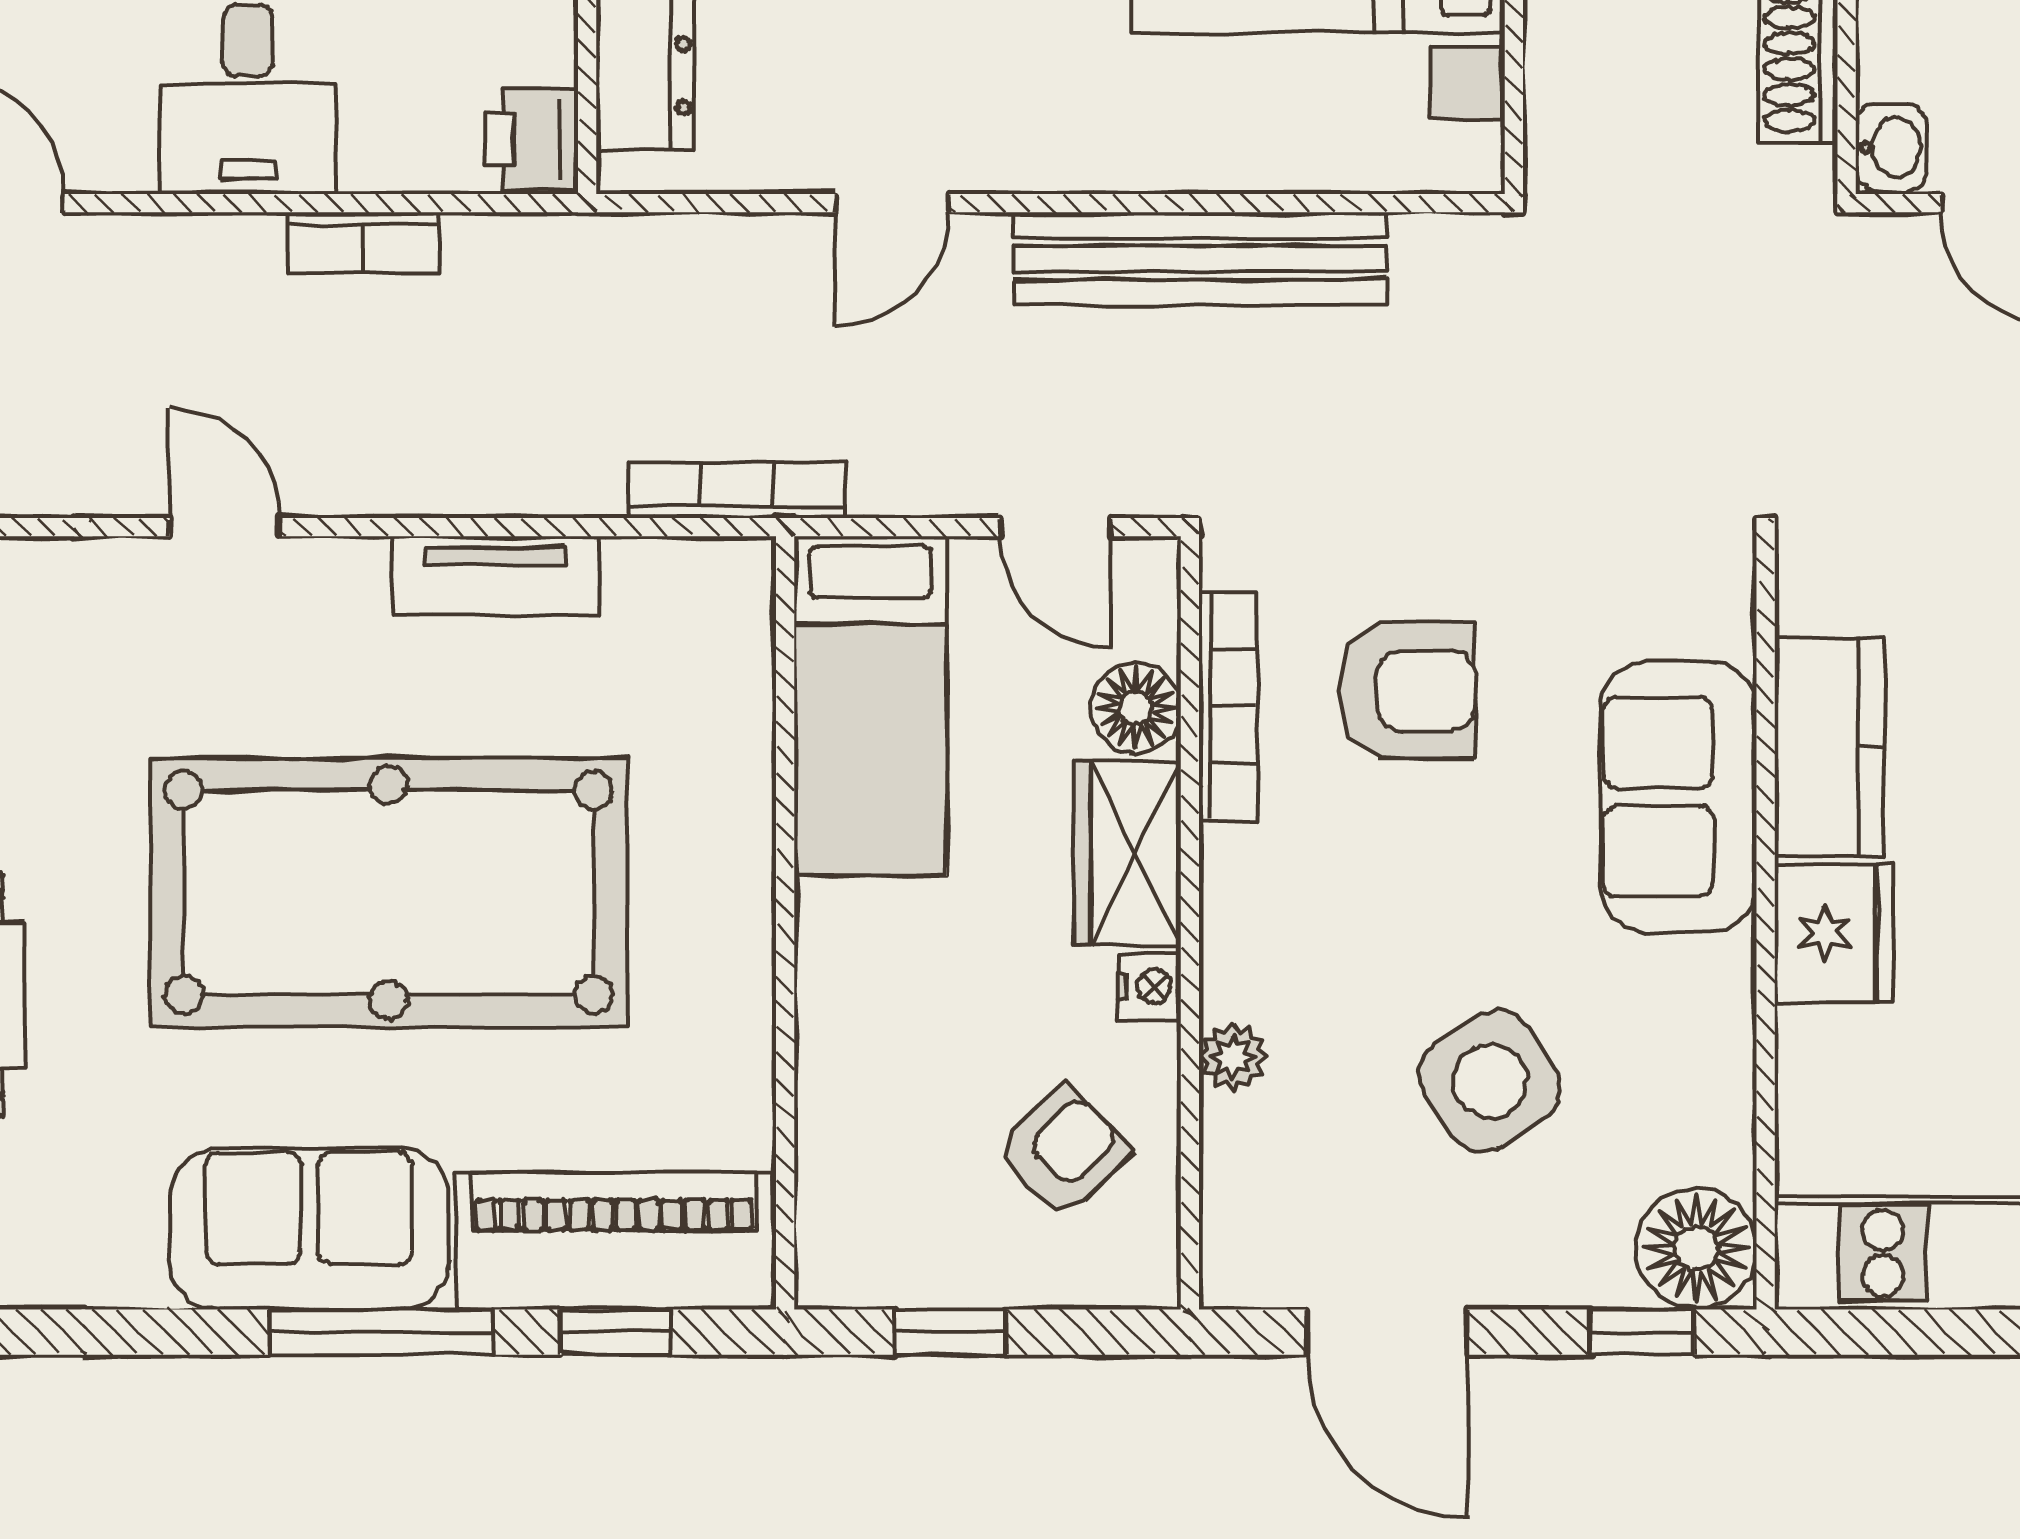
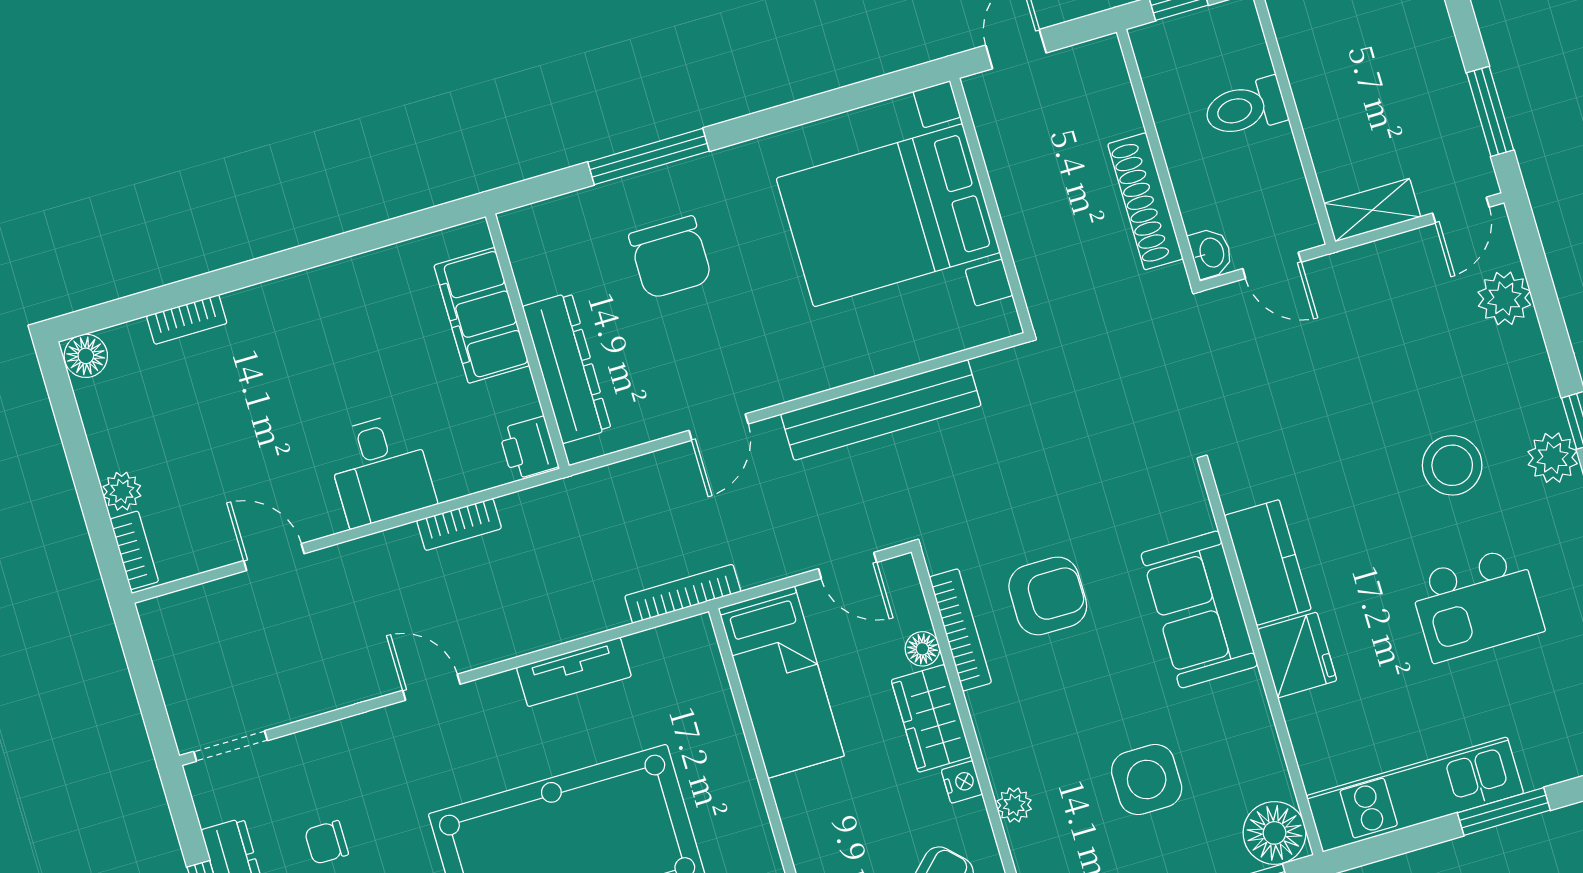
floor lamp: (1136, 708) -> (922, 649), width x0.73, depth x0.73
side table: (1490, 1081) -> (1147, 780), turned 33

